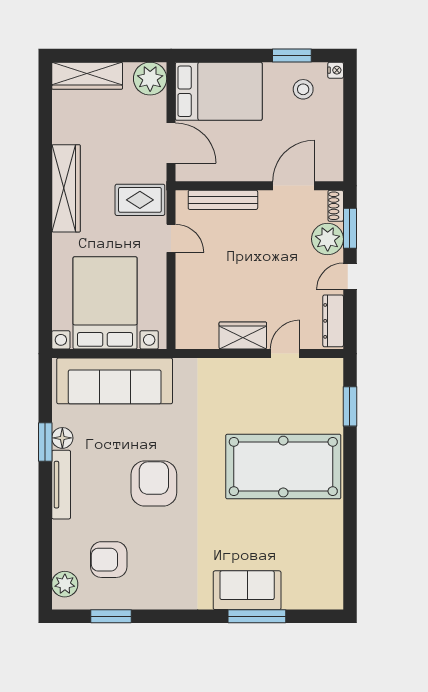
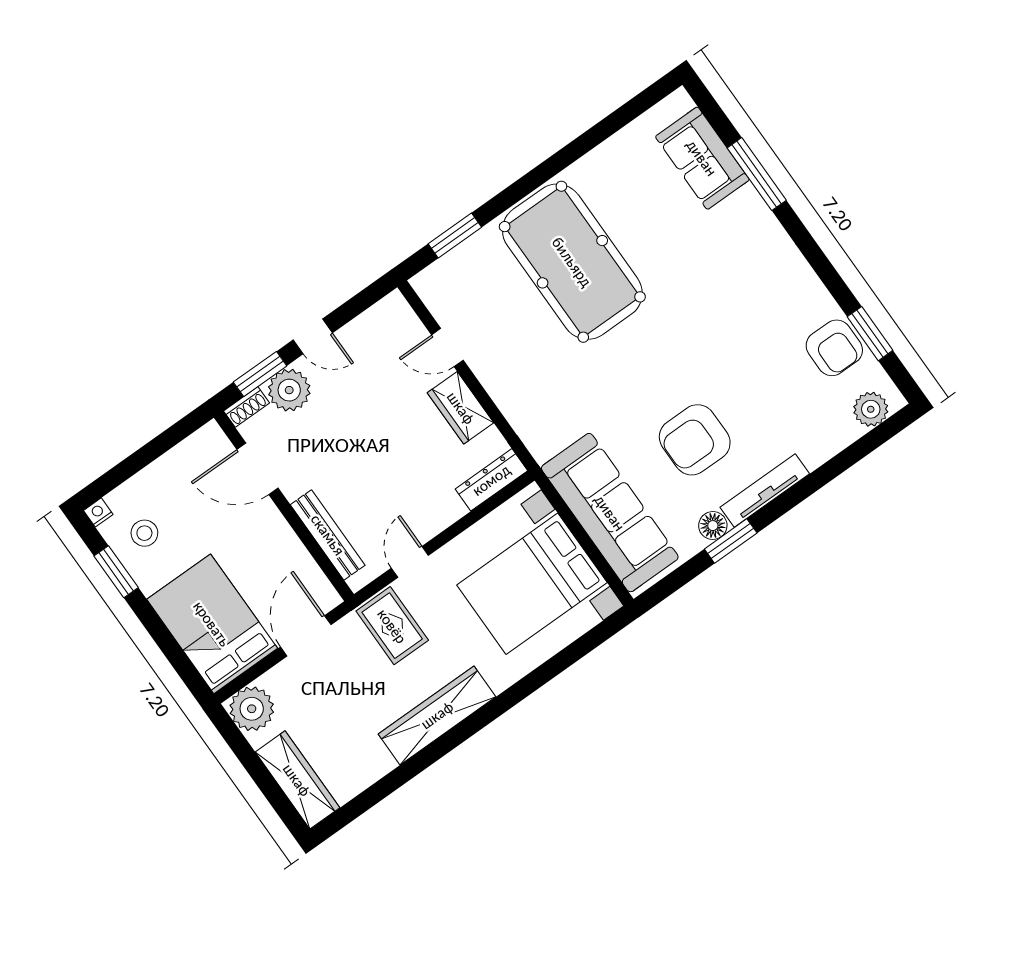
dresser: (333, 321) -> (491, 480), moved, turned 180
armchair: (154, 484) -> (695, 440), moved
armchair: (109, 560) -> (834, 348), moved
sofa: (247, 590) -> (702, 158), moved

